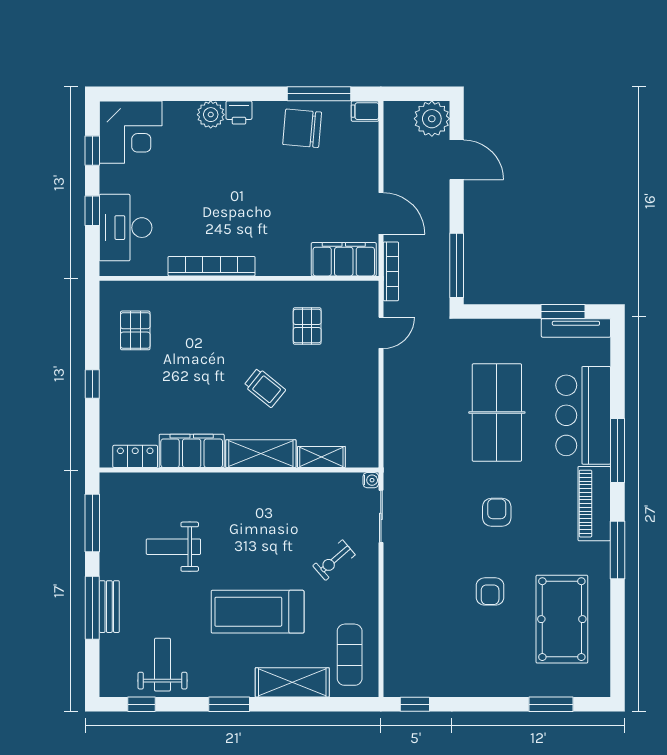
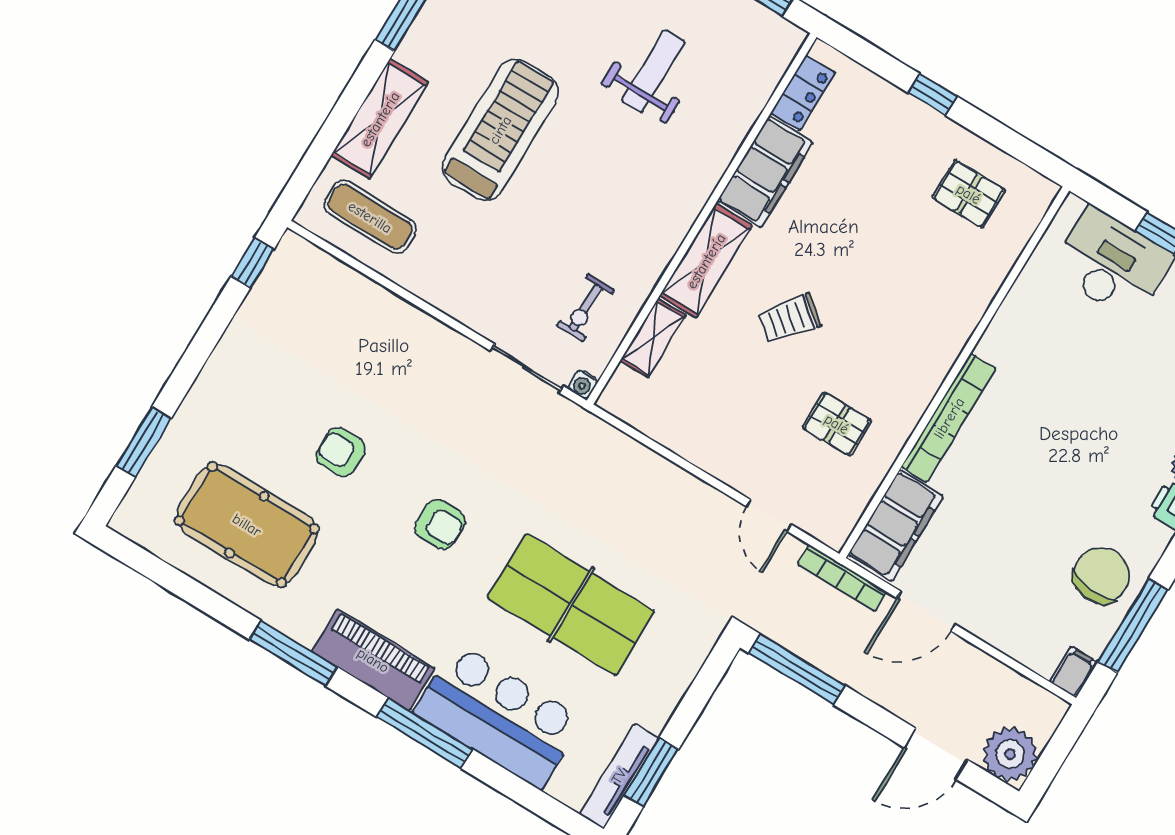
bookcase: (212, 266) -> (949, 418), moved
exercise bike: (334, 560) -> (585, 308), moved, turned -139

